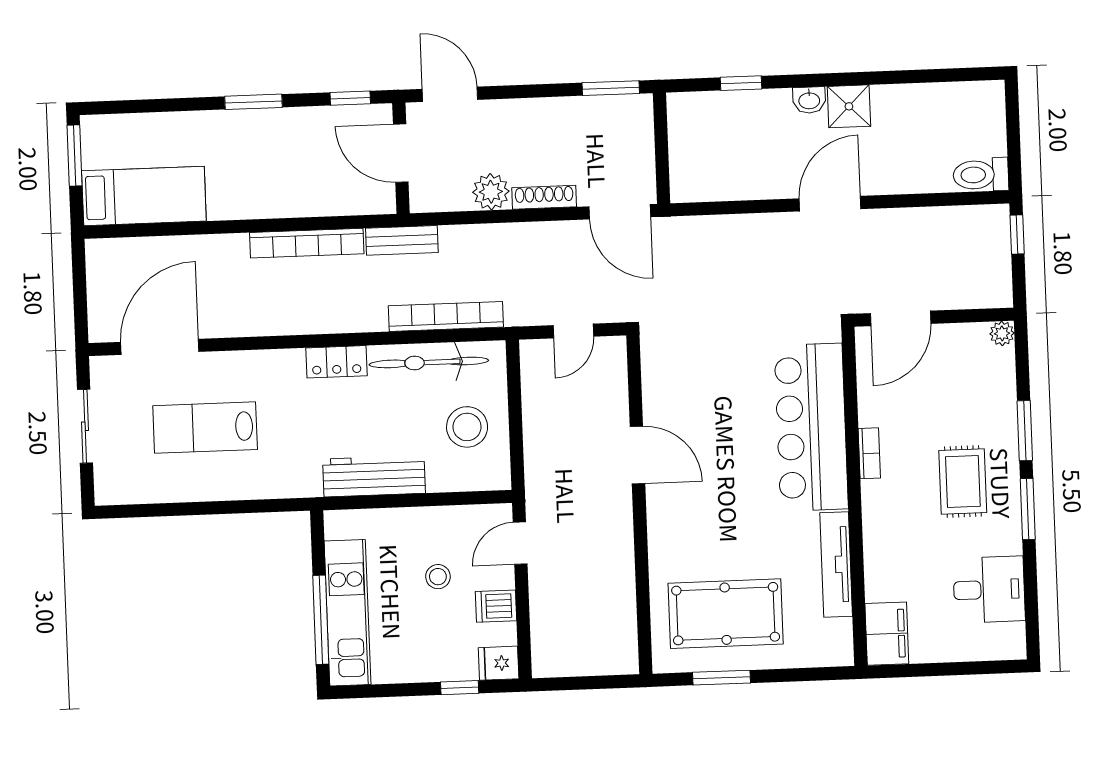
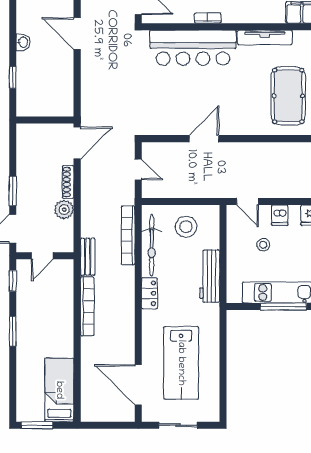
window: (611, 88) -> (13, 191), moved
shower: (849, 106) -> (27, 22), removed
door: (401, 153) -> (42, 256), width x0.73
lab bench: (205, 428) -> (181, 363), width x1.36, depth x1.39

